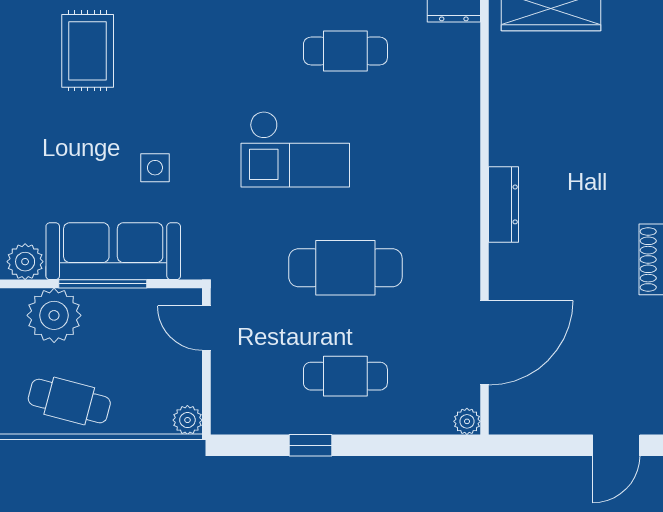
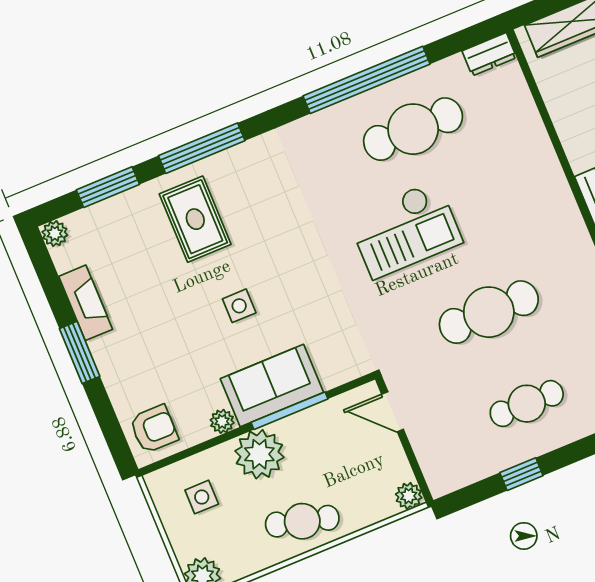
cafe table: (345, 51) -> (413, 129), width x1.37, depth x1.35
side table: (155, 168) -> (239, 306), moved
sofa: (113, 251) -> (272, 386), width x0.73
plant: (25, 262) -> (222, 421), width x0.73, depth x0.73

